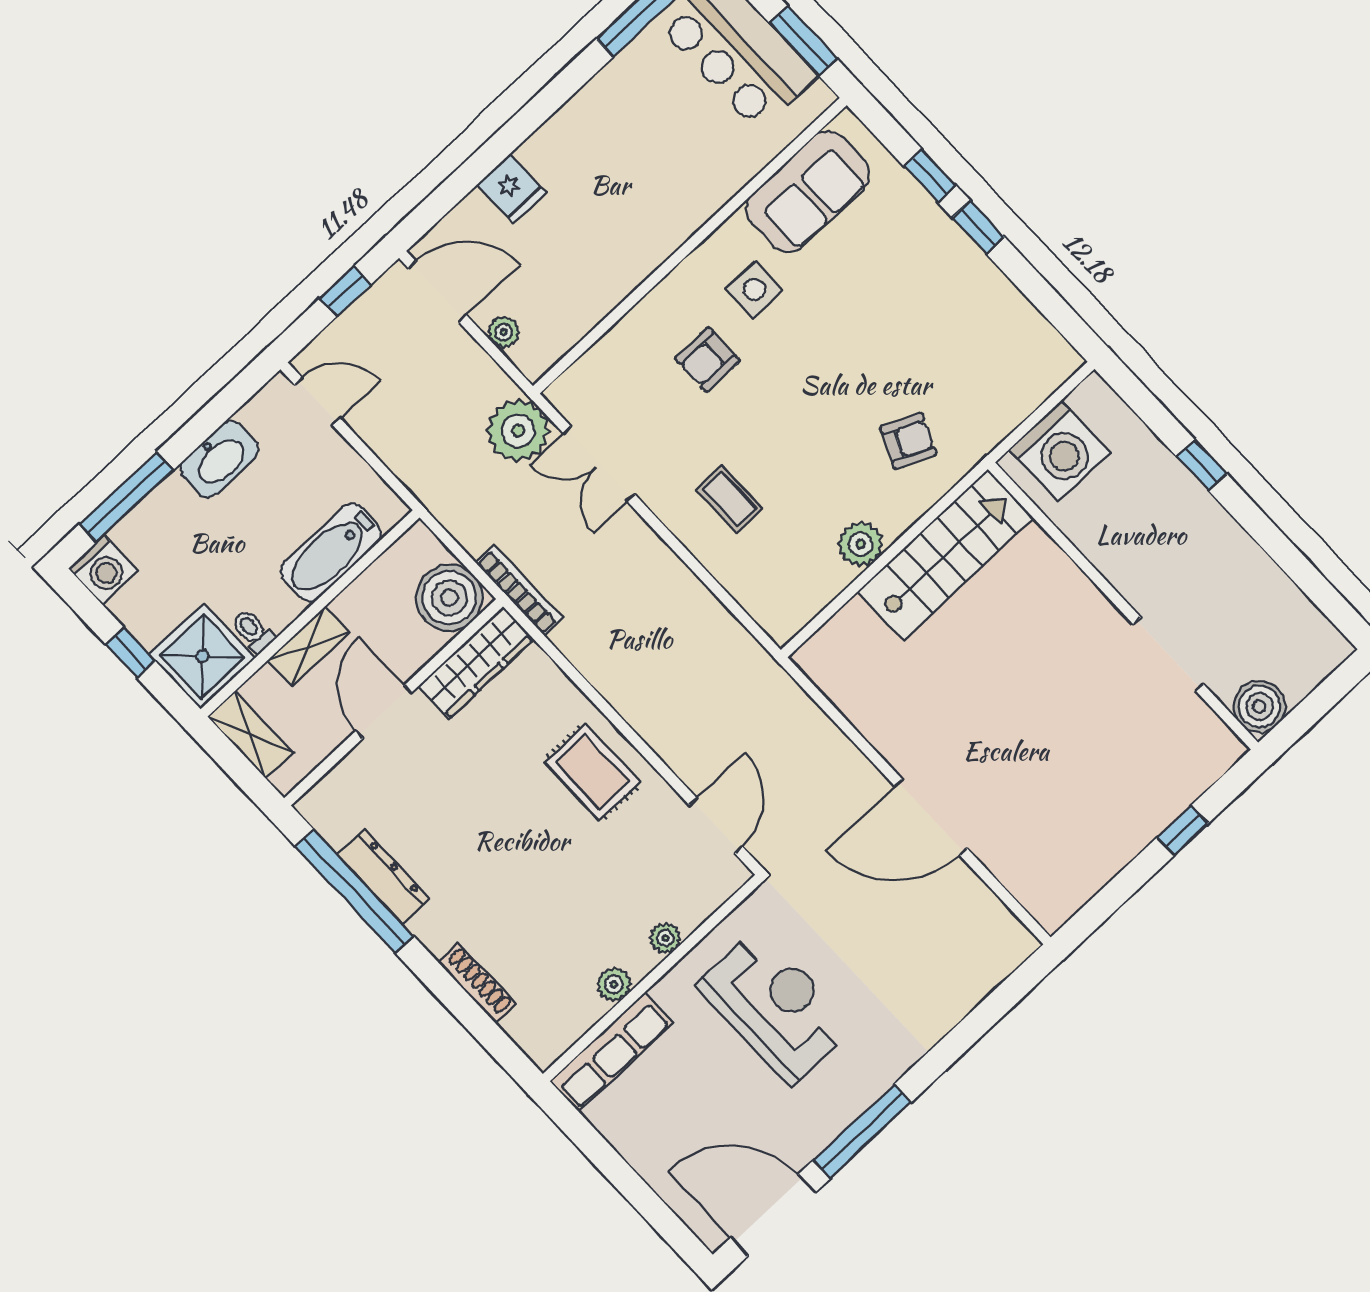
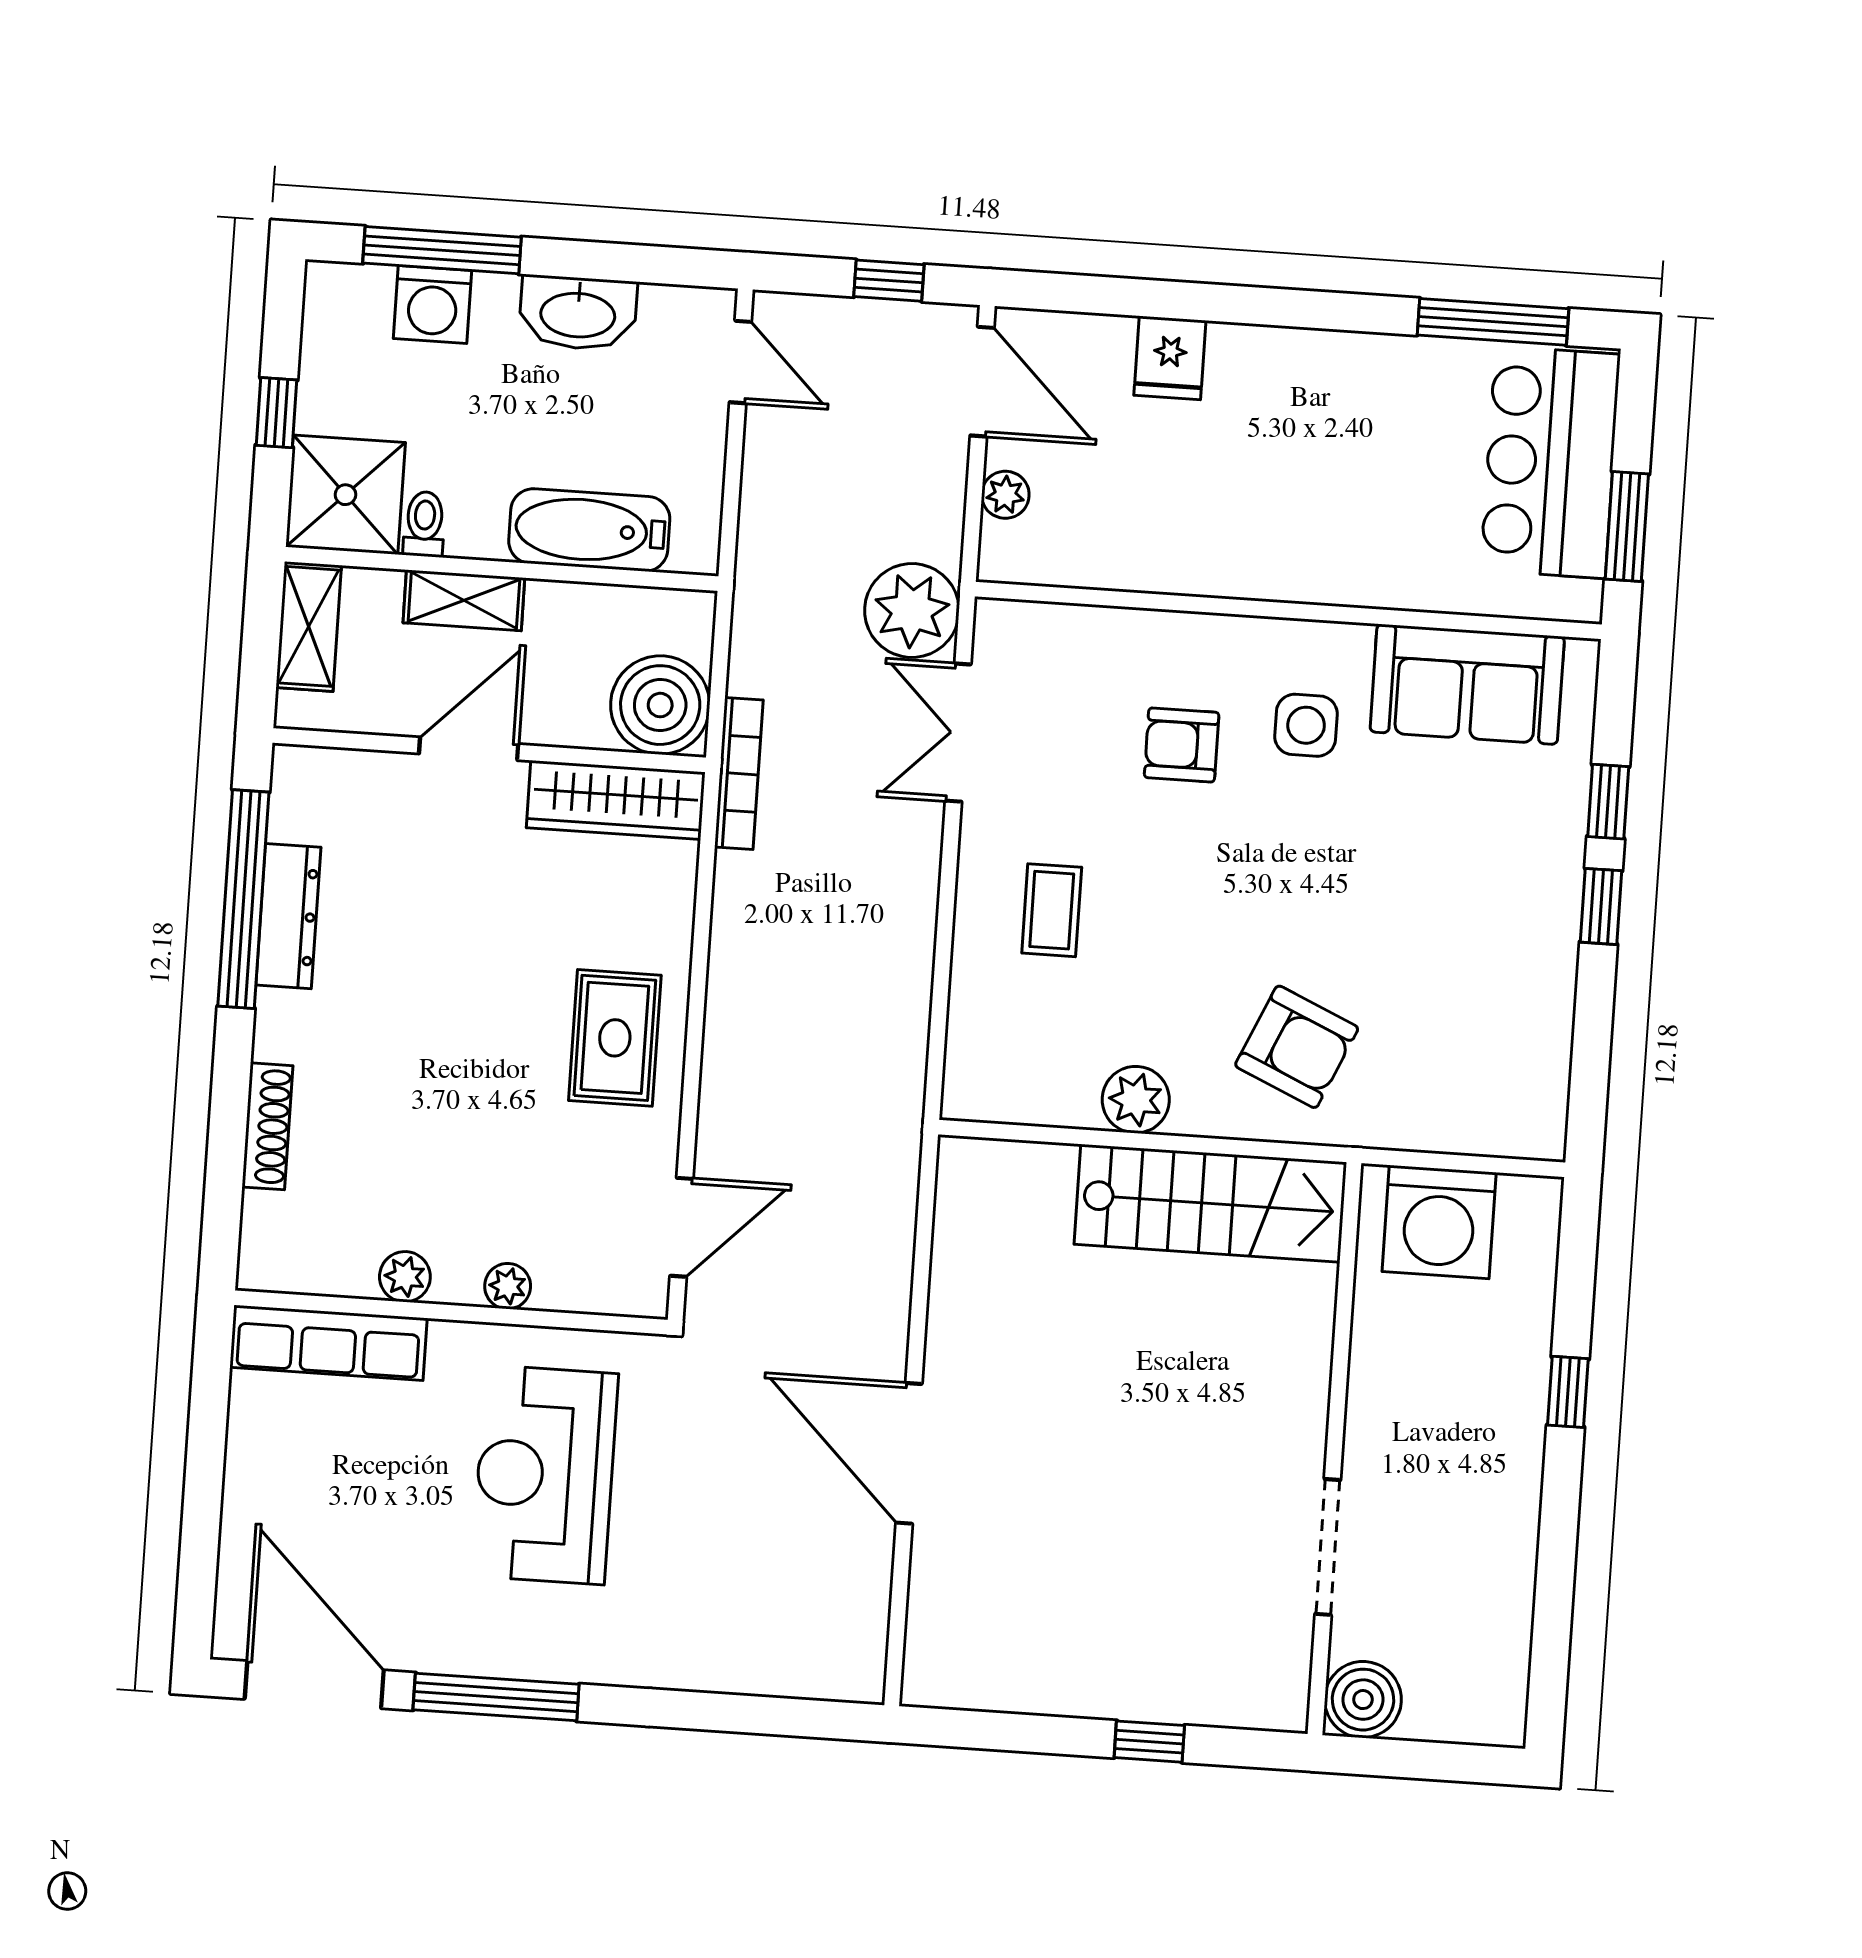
armchair: (908, 441) -> (1297, 1047), width x1.38, depth x1.38
washing machine: (103, 570) -> (433, 305), moved
reception desk: (775, 1006) -> (545, 1475), turned 180

